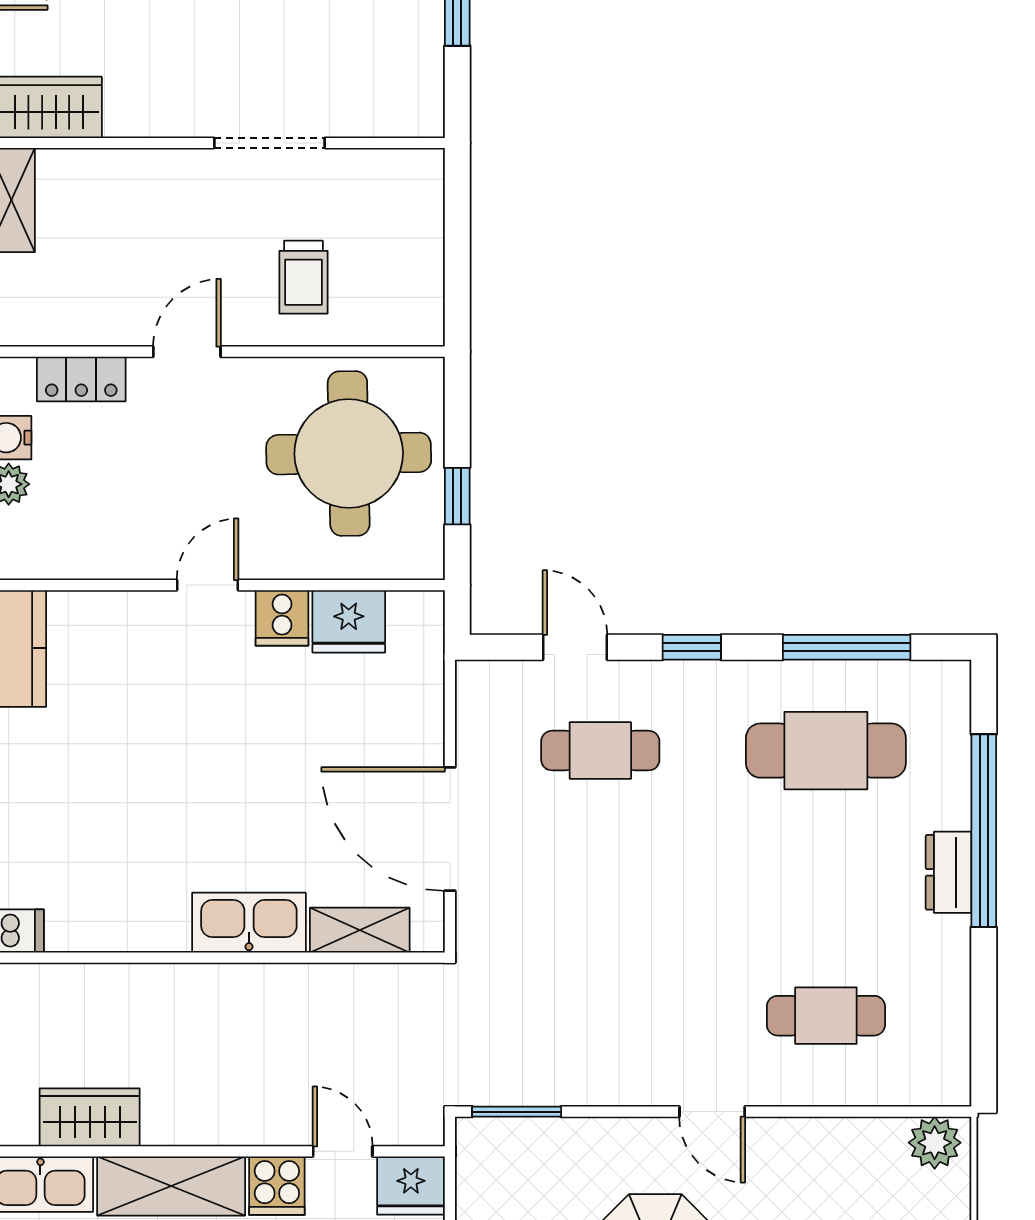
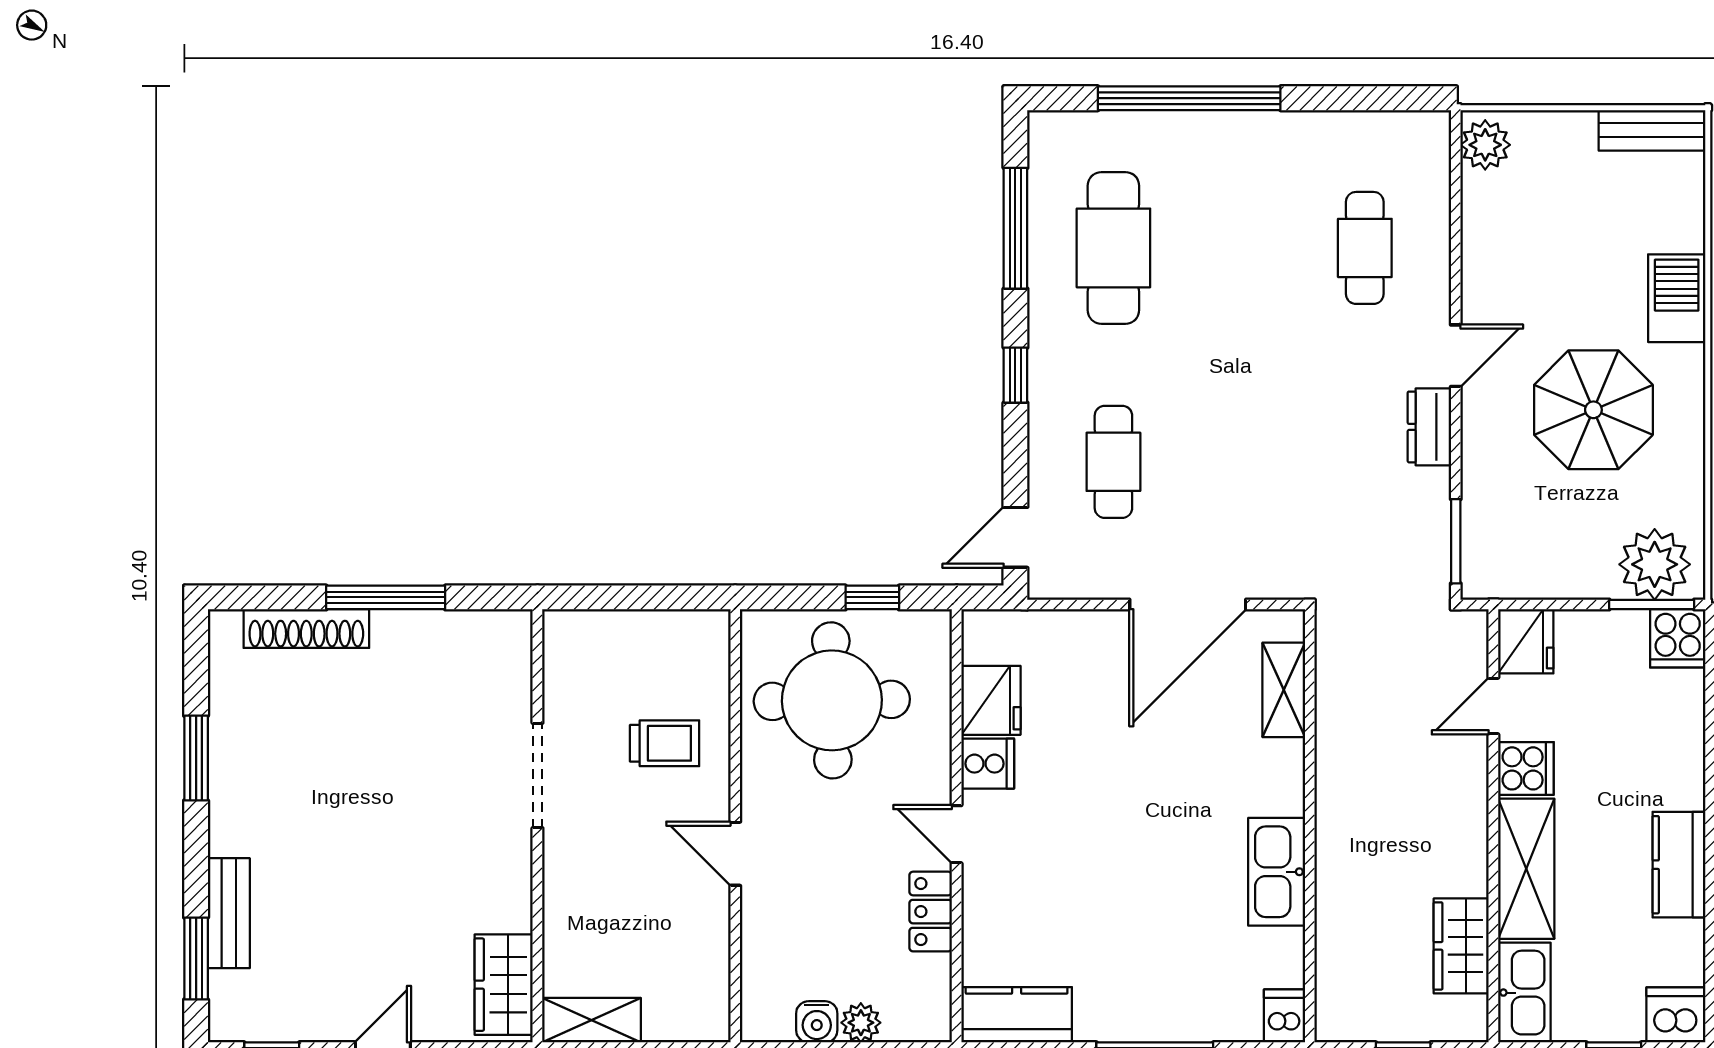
locker: (81, 379) -> (931, 912), moved, turned 180
door: (575, 647) -> (1015, 537), moved
dresser: (949, 872) -> (1429, 427), moved, turned 90
kitchen sink: (249, 923) -> (1277, 872), moved

